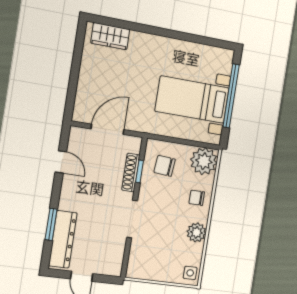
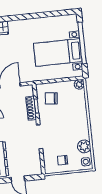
plant: (204, 161) -> (79, 84), width x0.53, depth x0.53
chair: (197, 198) -> (63, 160), moved
plant: (196, 232) -> (84, 146), moved

